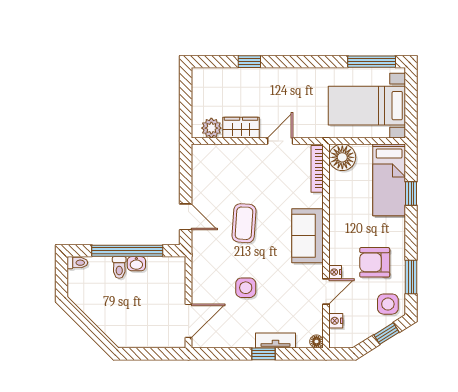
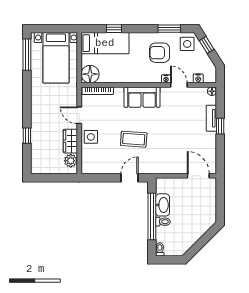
armchair: (375, 262) -> (160, 53), turned 90
washbasin: (136, 264) -> (163, 205), width x1.91, depth x1.45
side table: (246, 288) -> (91, 137), moved

